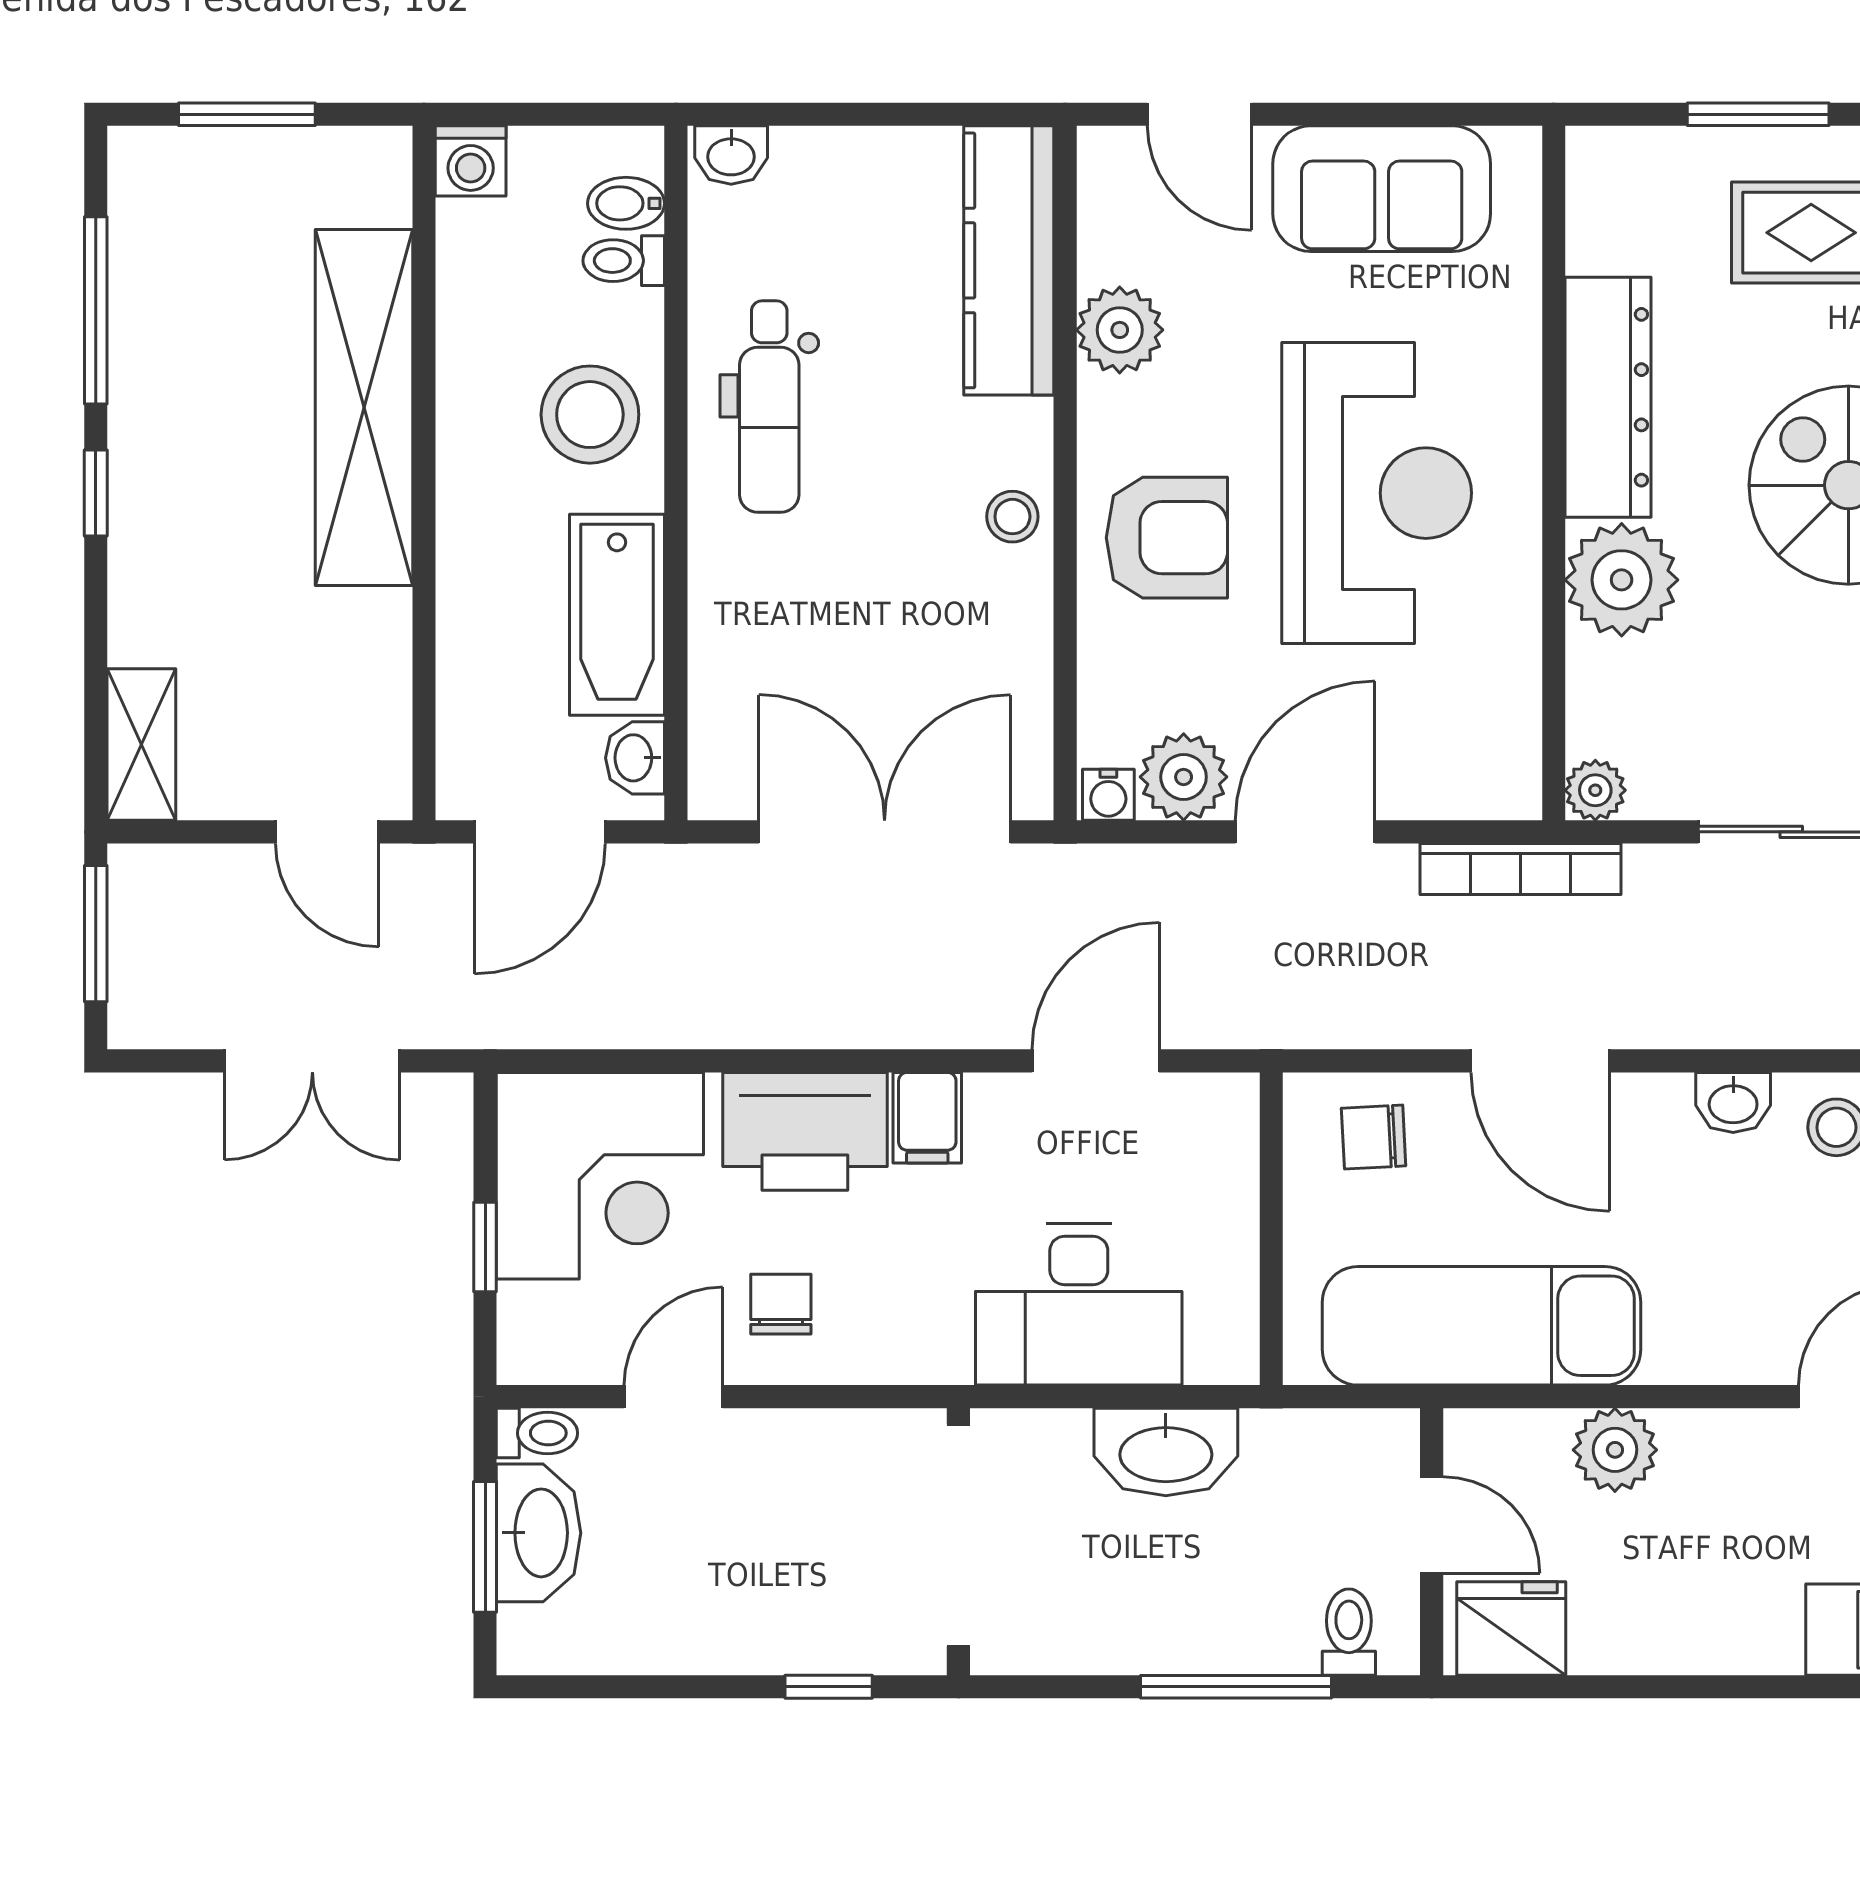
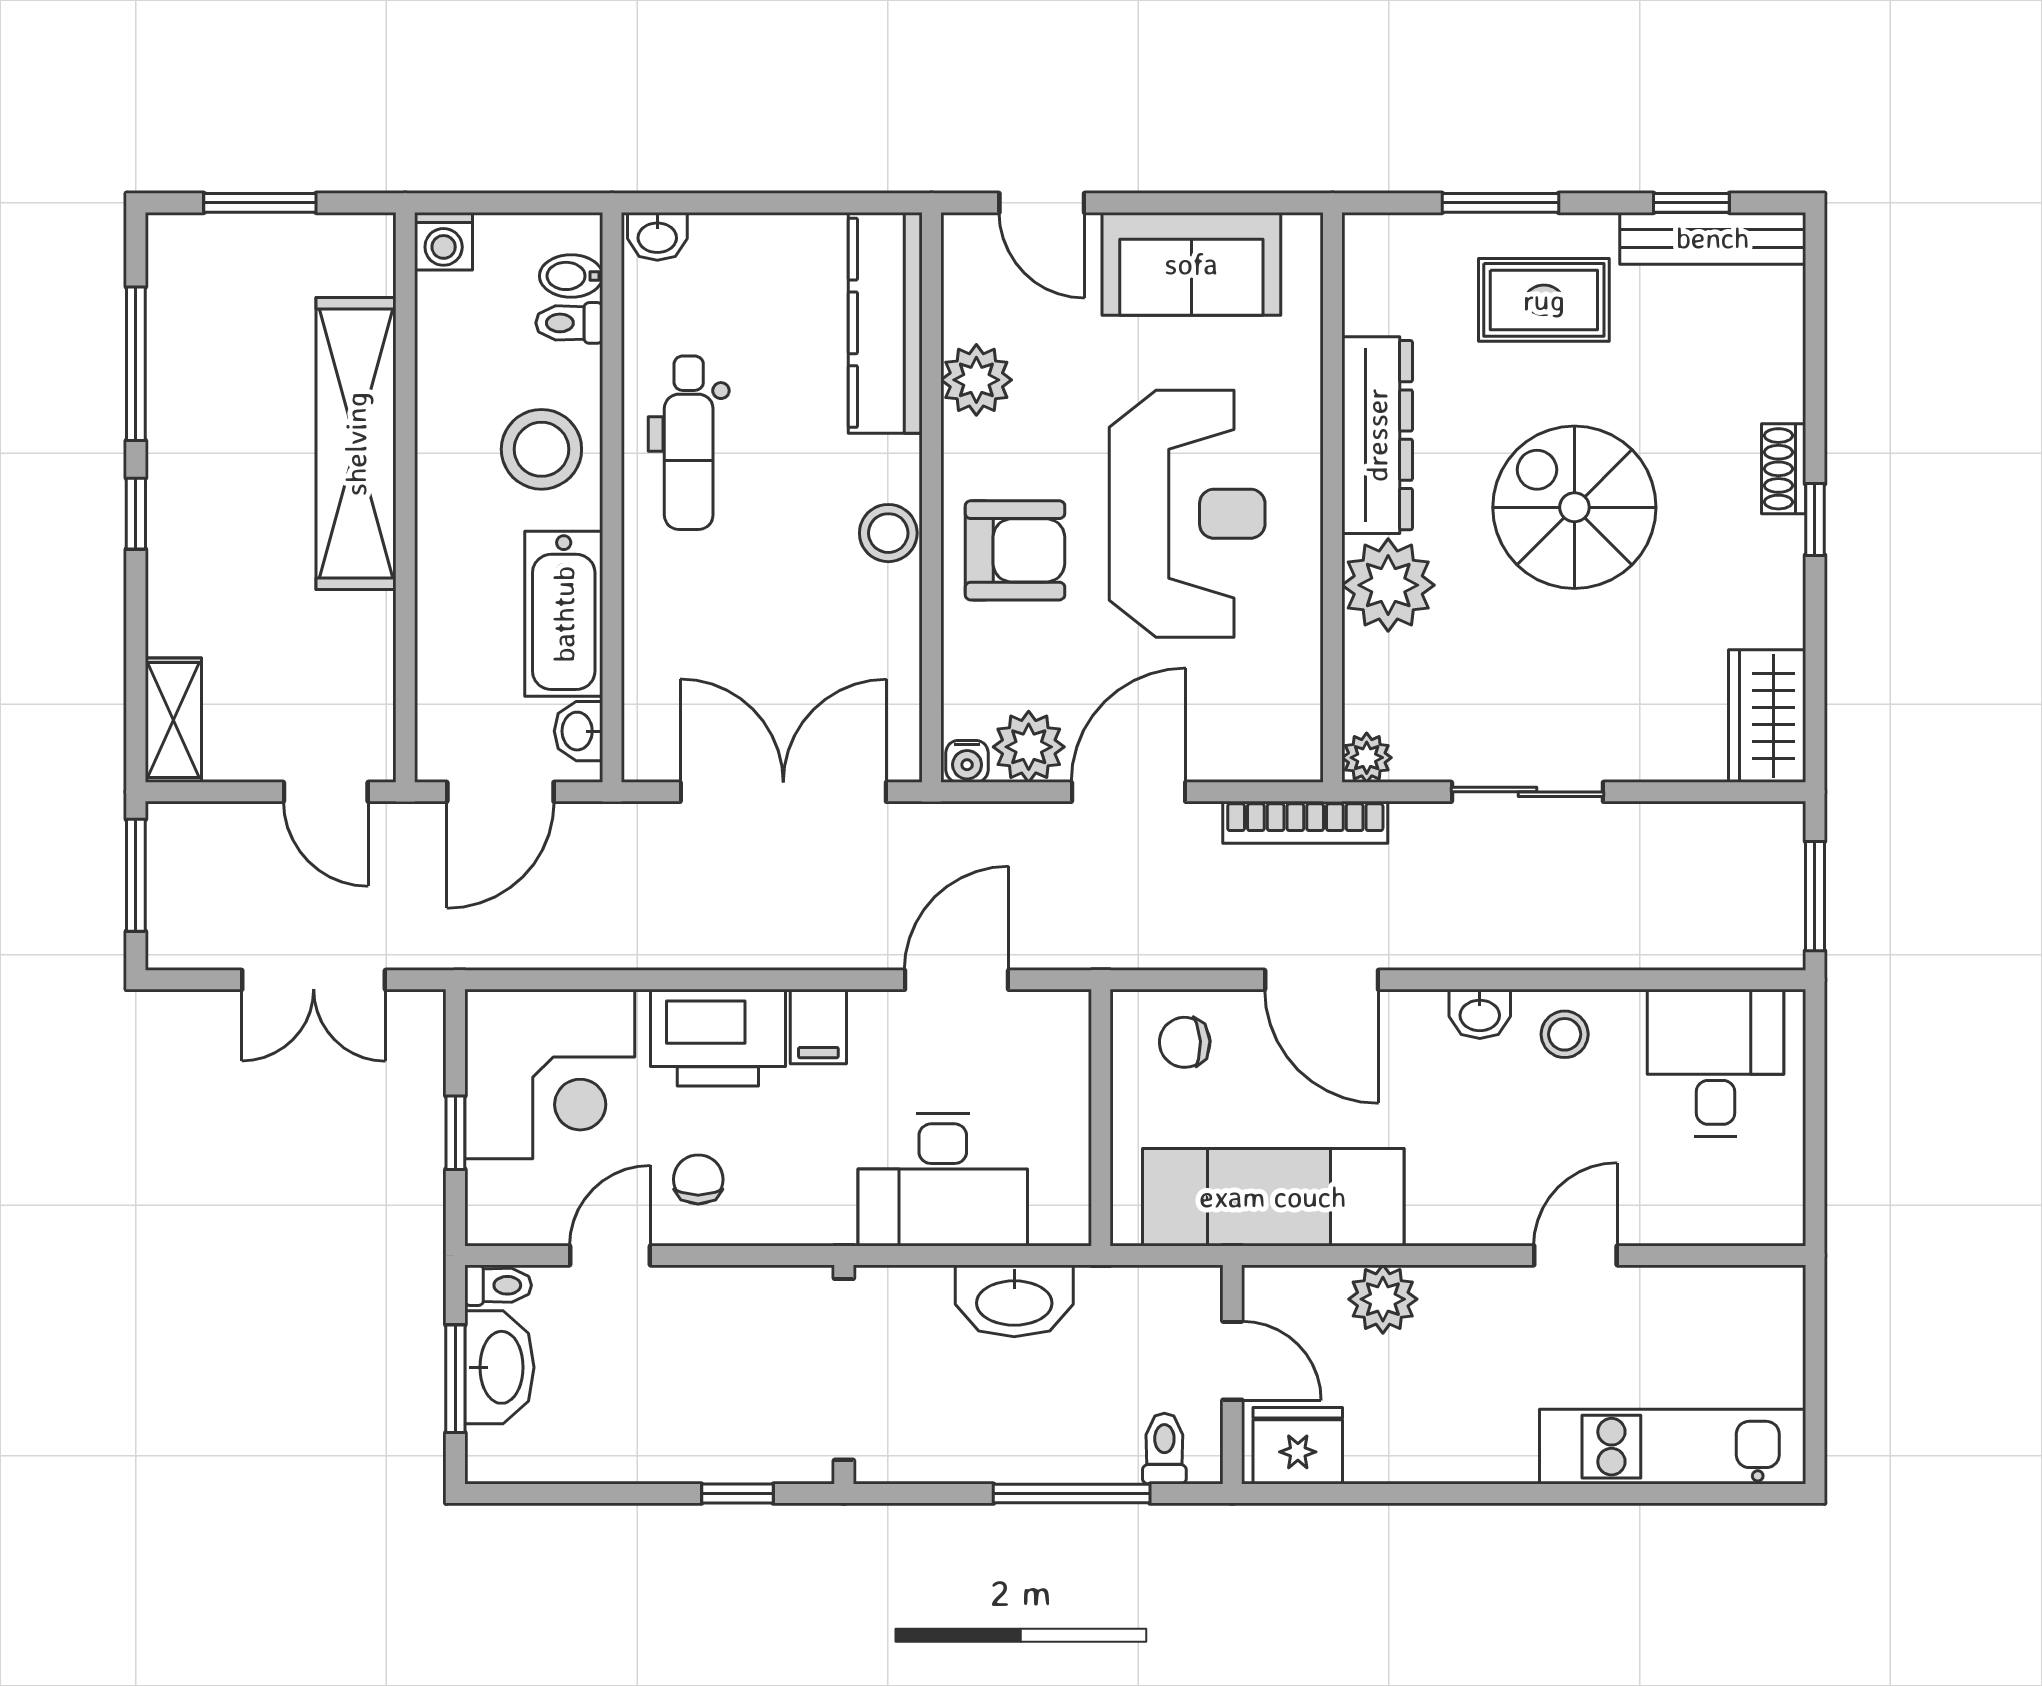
stool: (1012, 517) -> (888, 533), width x1.37, depth x1.37

